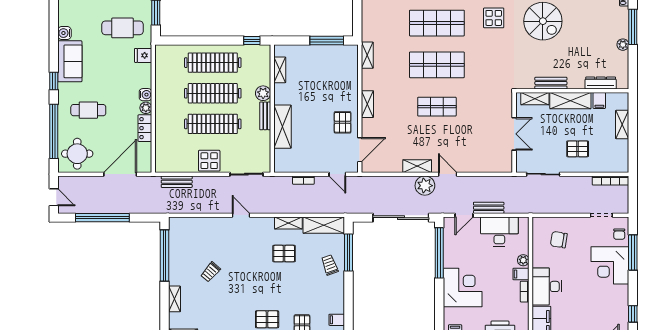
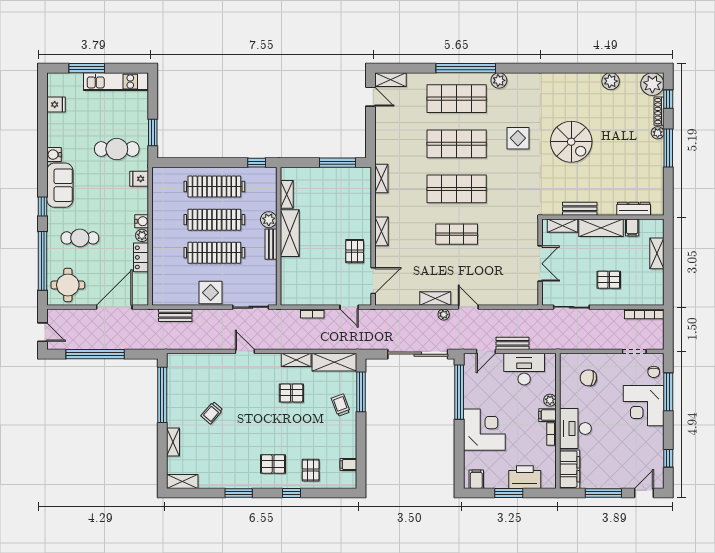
plant: (623, 45) -> (658, 133), moved
shelving: (283, 127) -> (290, 233), moved
plant: (425, 186) -> (444, 315), width x0.53, depth x0.53

